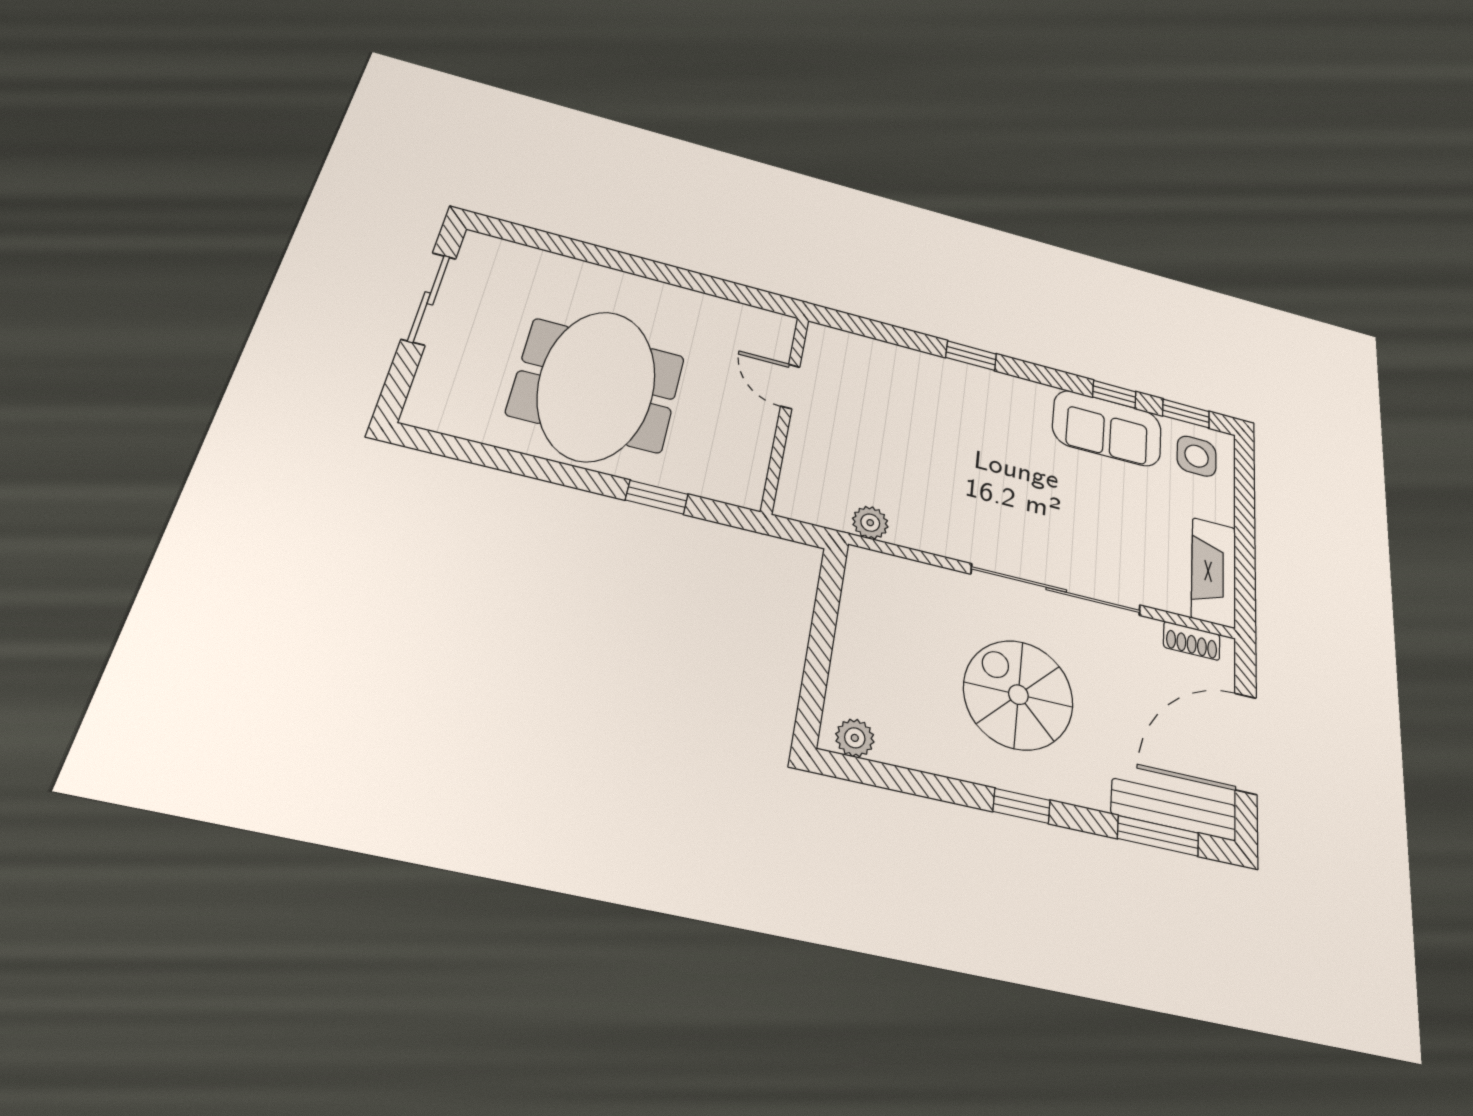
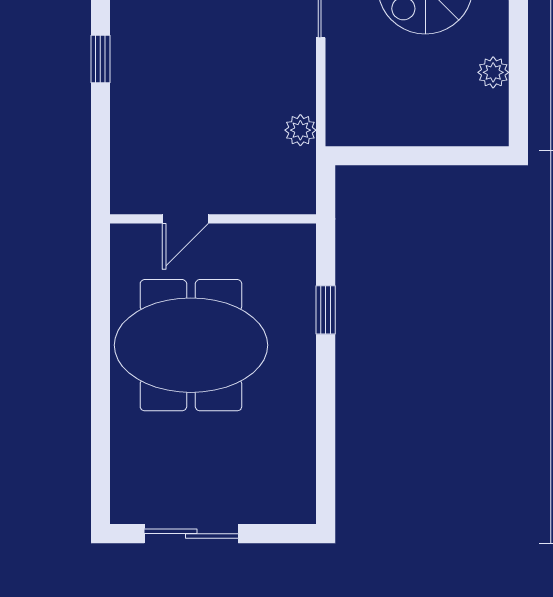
meeting table: (597, 385) -> (191, 345), moved
plant: (855, 738) -> (493, 72), moved

